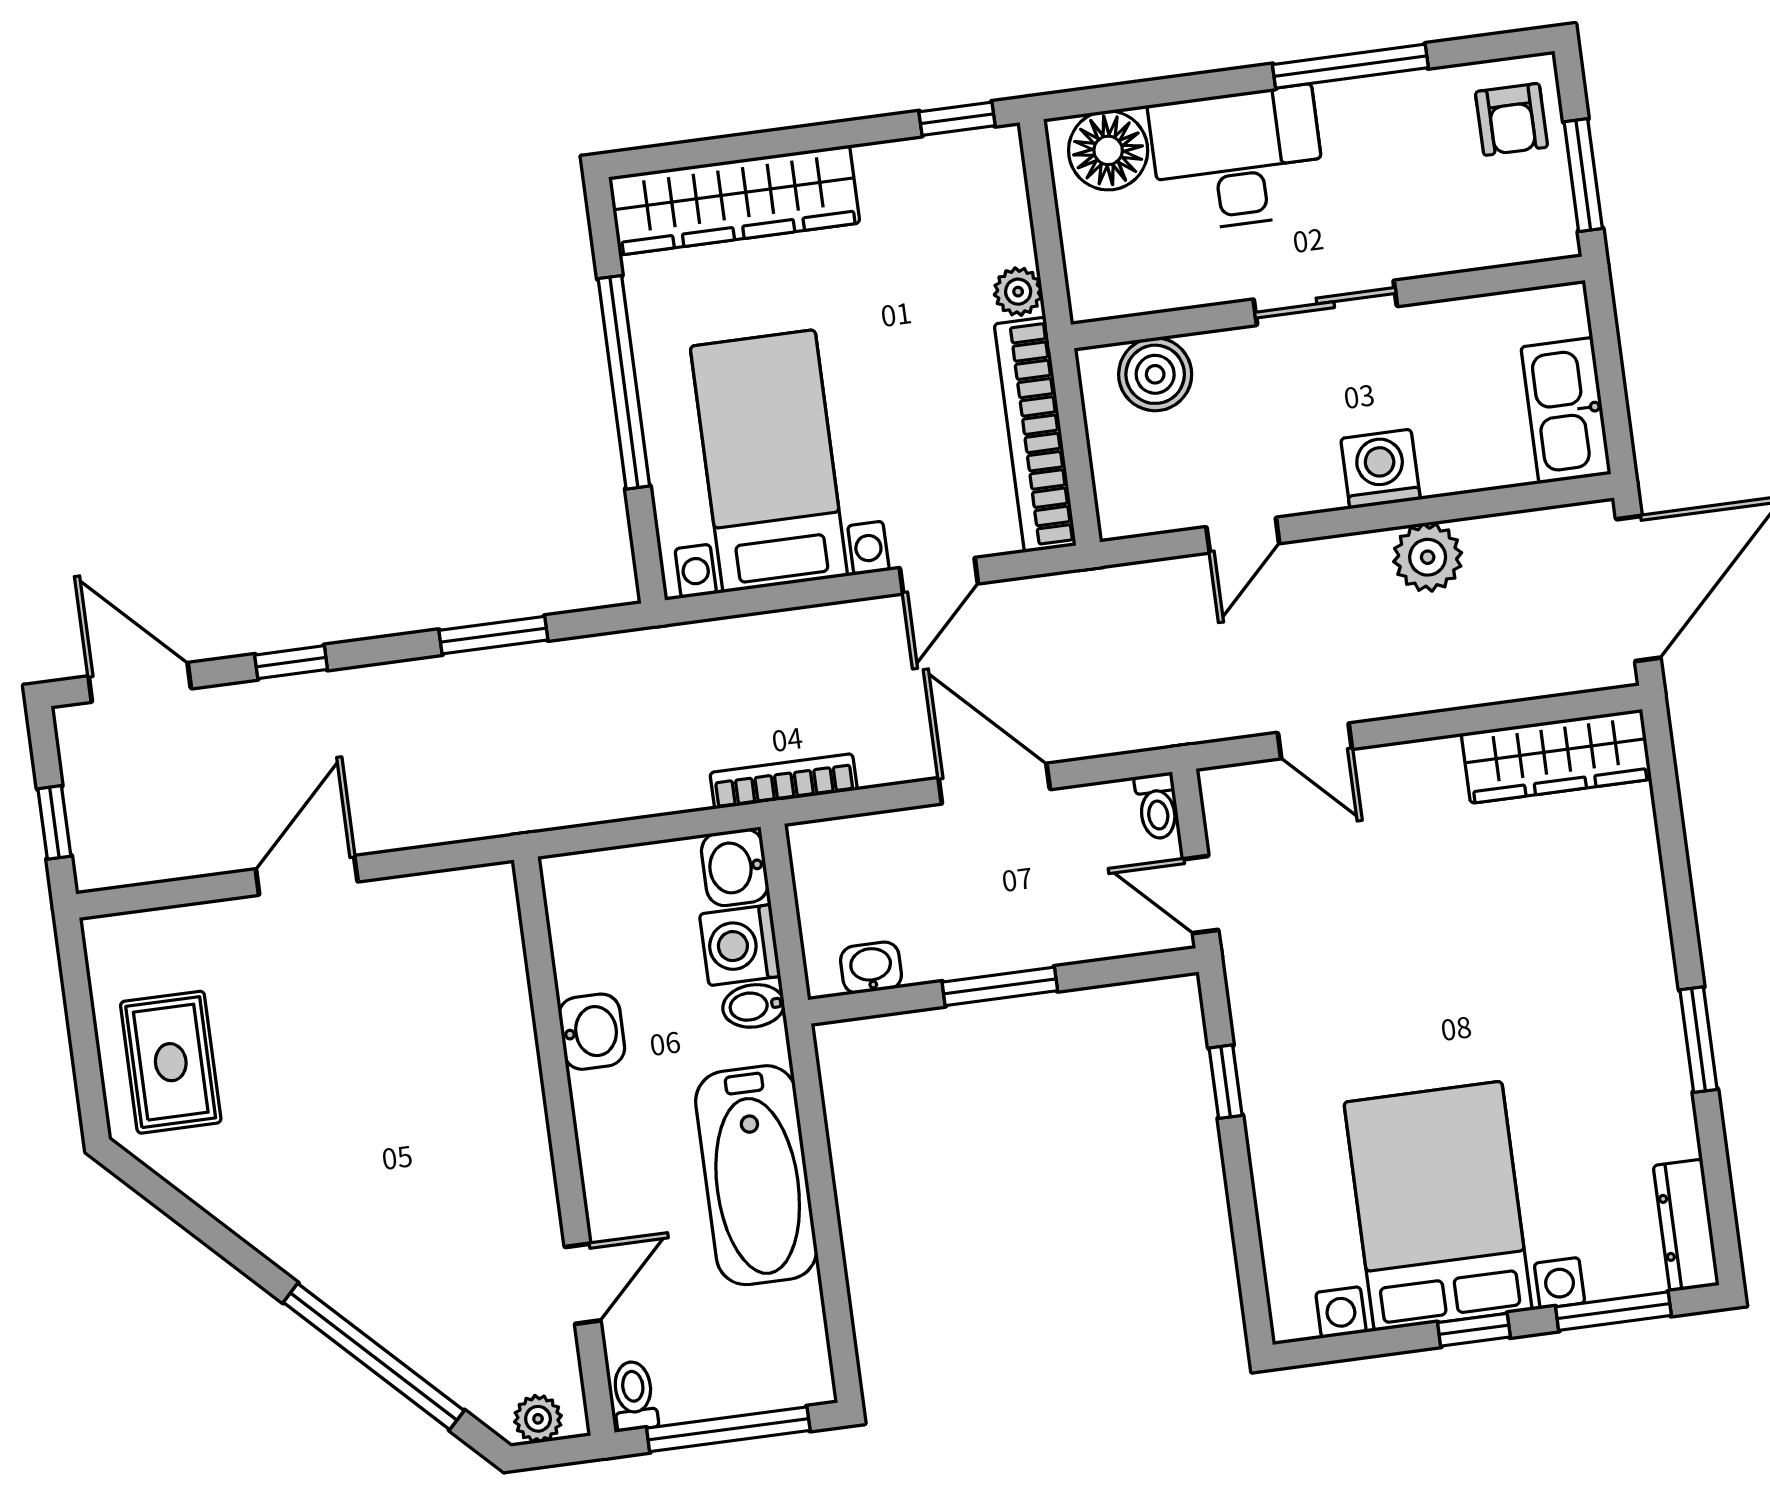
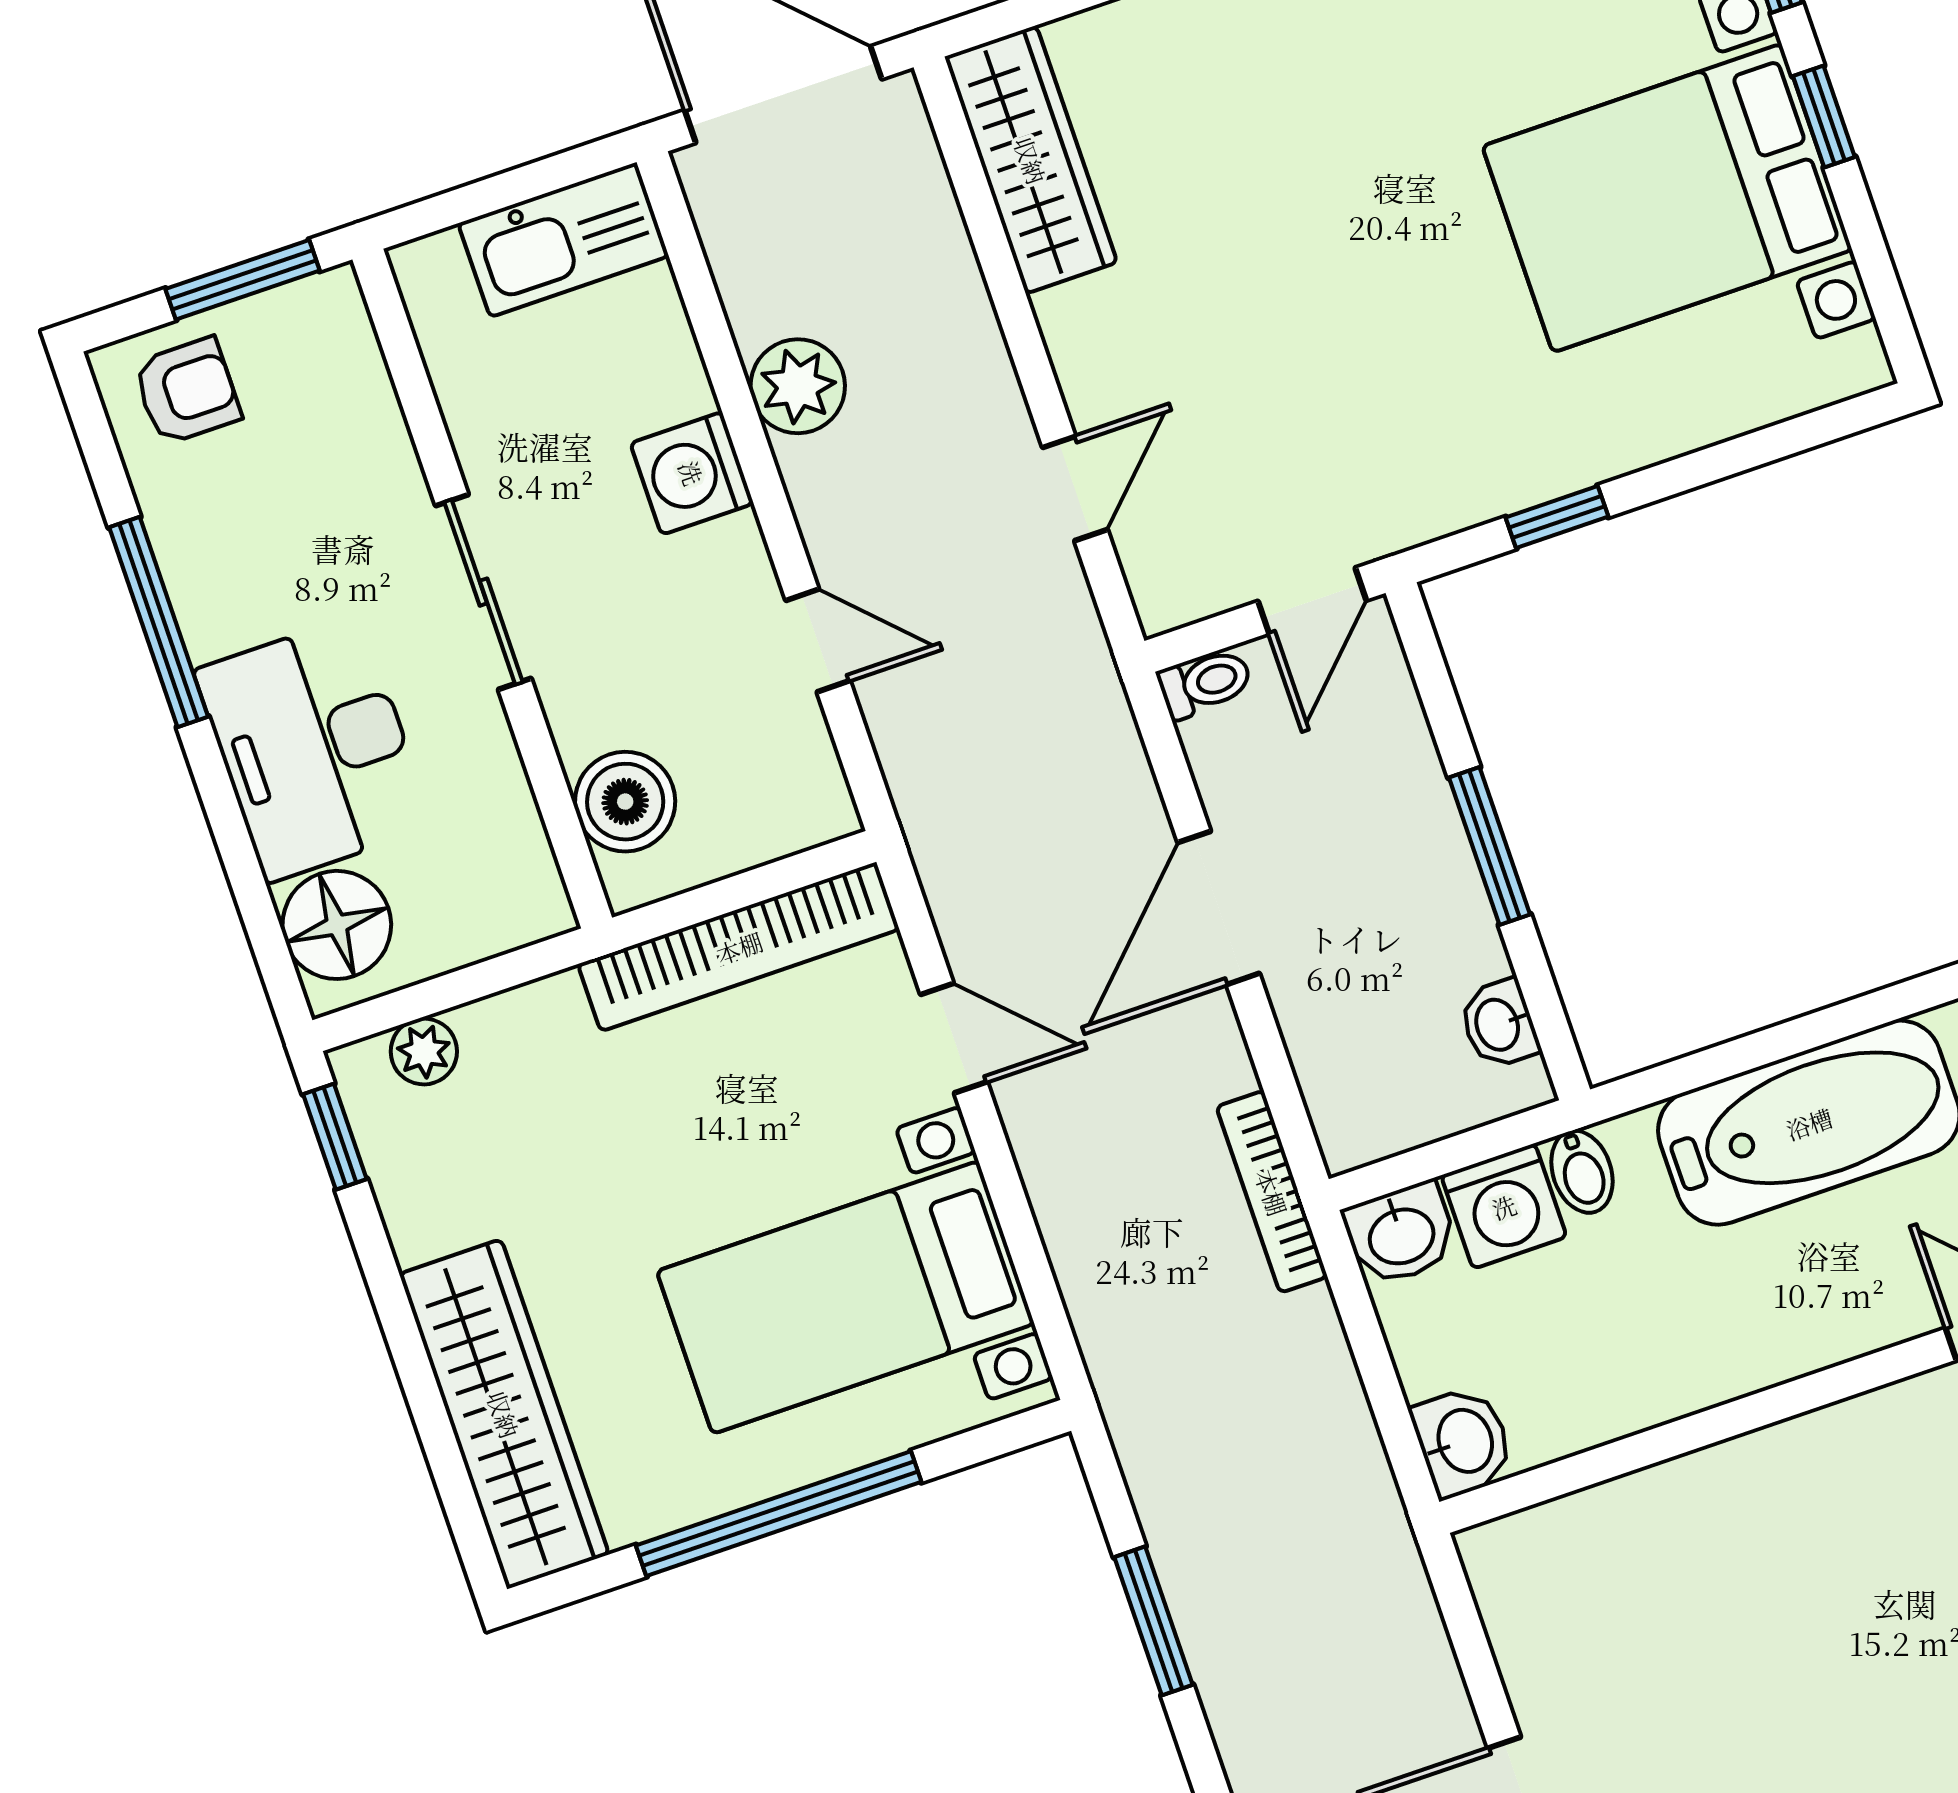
plant: (1018, 292) -> (424, 1051), moved
washbasin: (592, 1032) -> (1463, 1442), moved, turned 90

